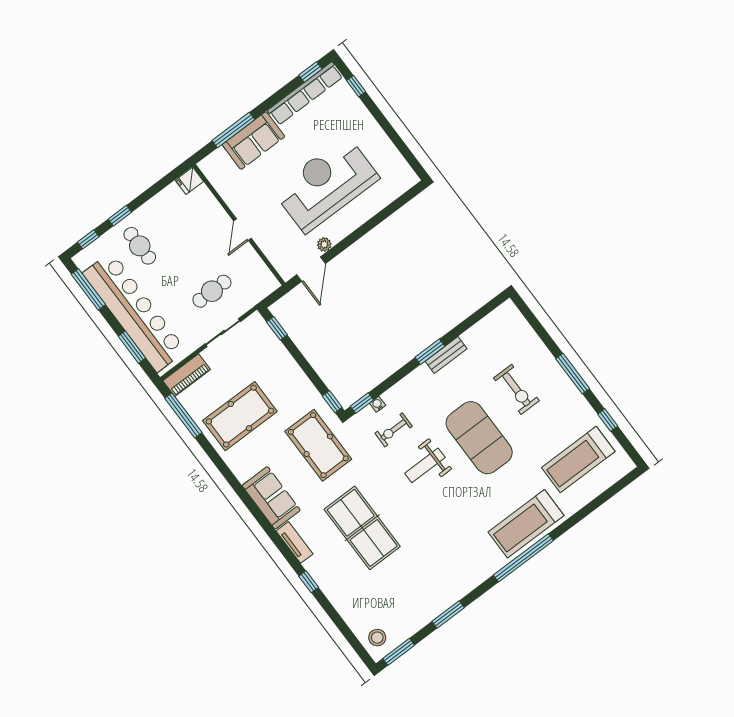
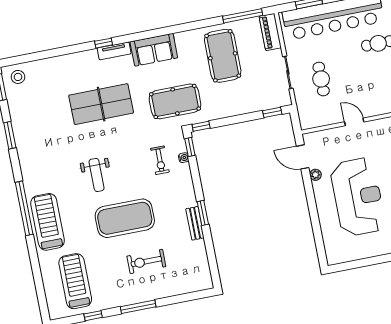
exercise bike: (394, 430) -> (160, 160), turned 180
weight bench: (425, 465) -> (97, 175), moved, turned 180
window: (309, 582) -> (104, 43), moved

